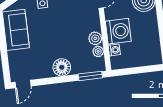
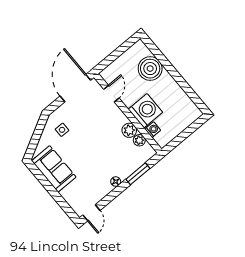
floor lamp: (62, 67) -> (116, 182), width x0.53, depth x0.53
window: (90, 76) -> (138, 174), moved

